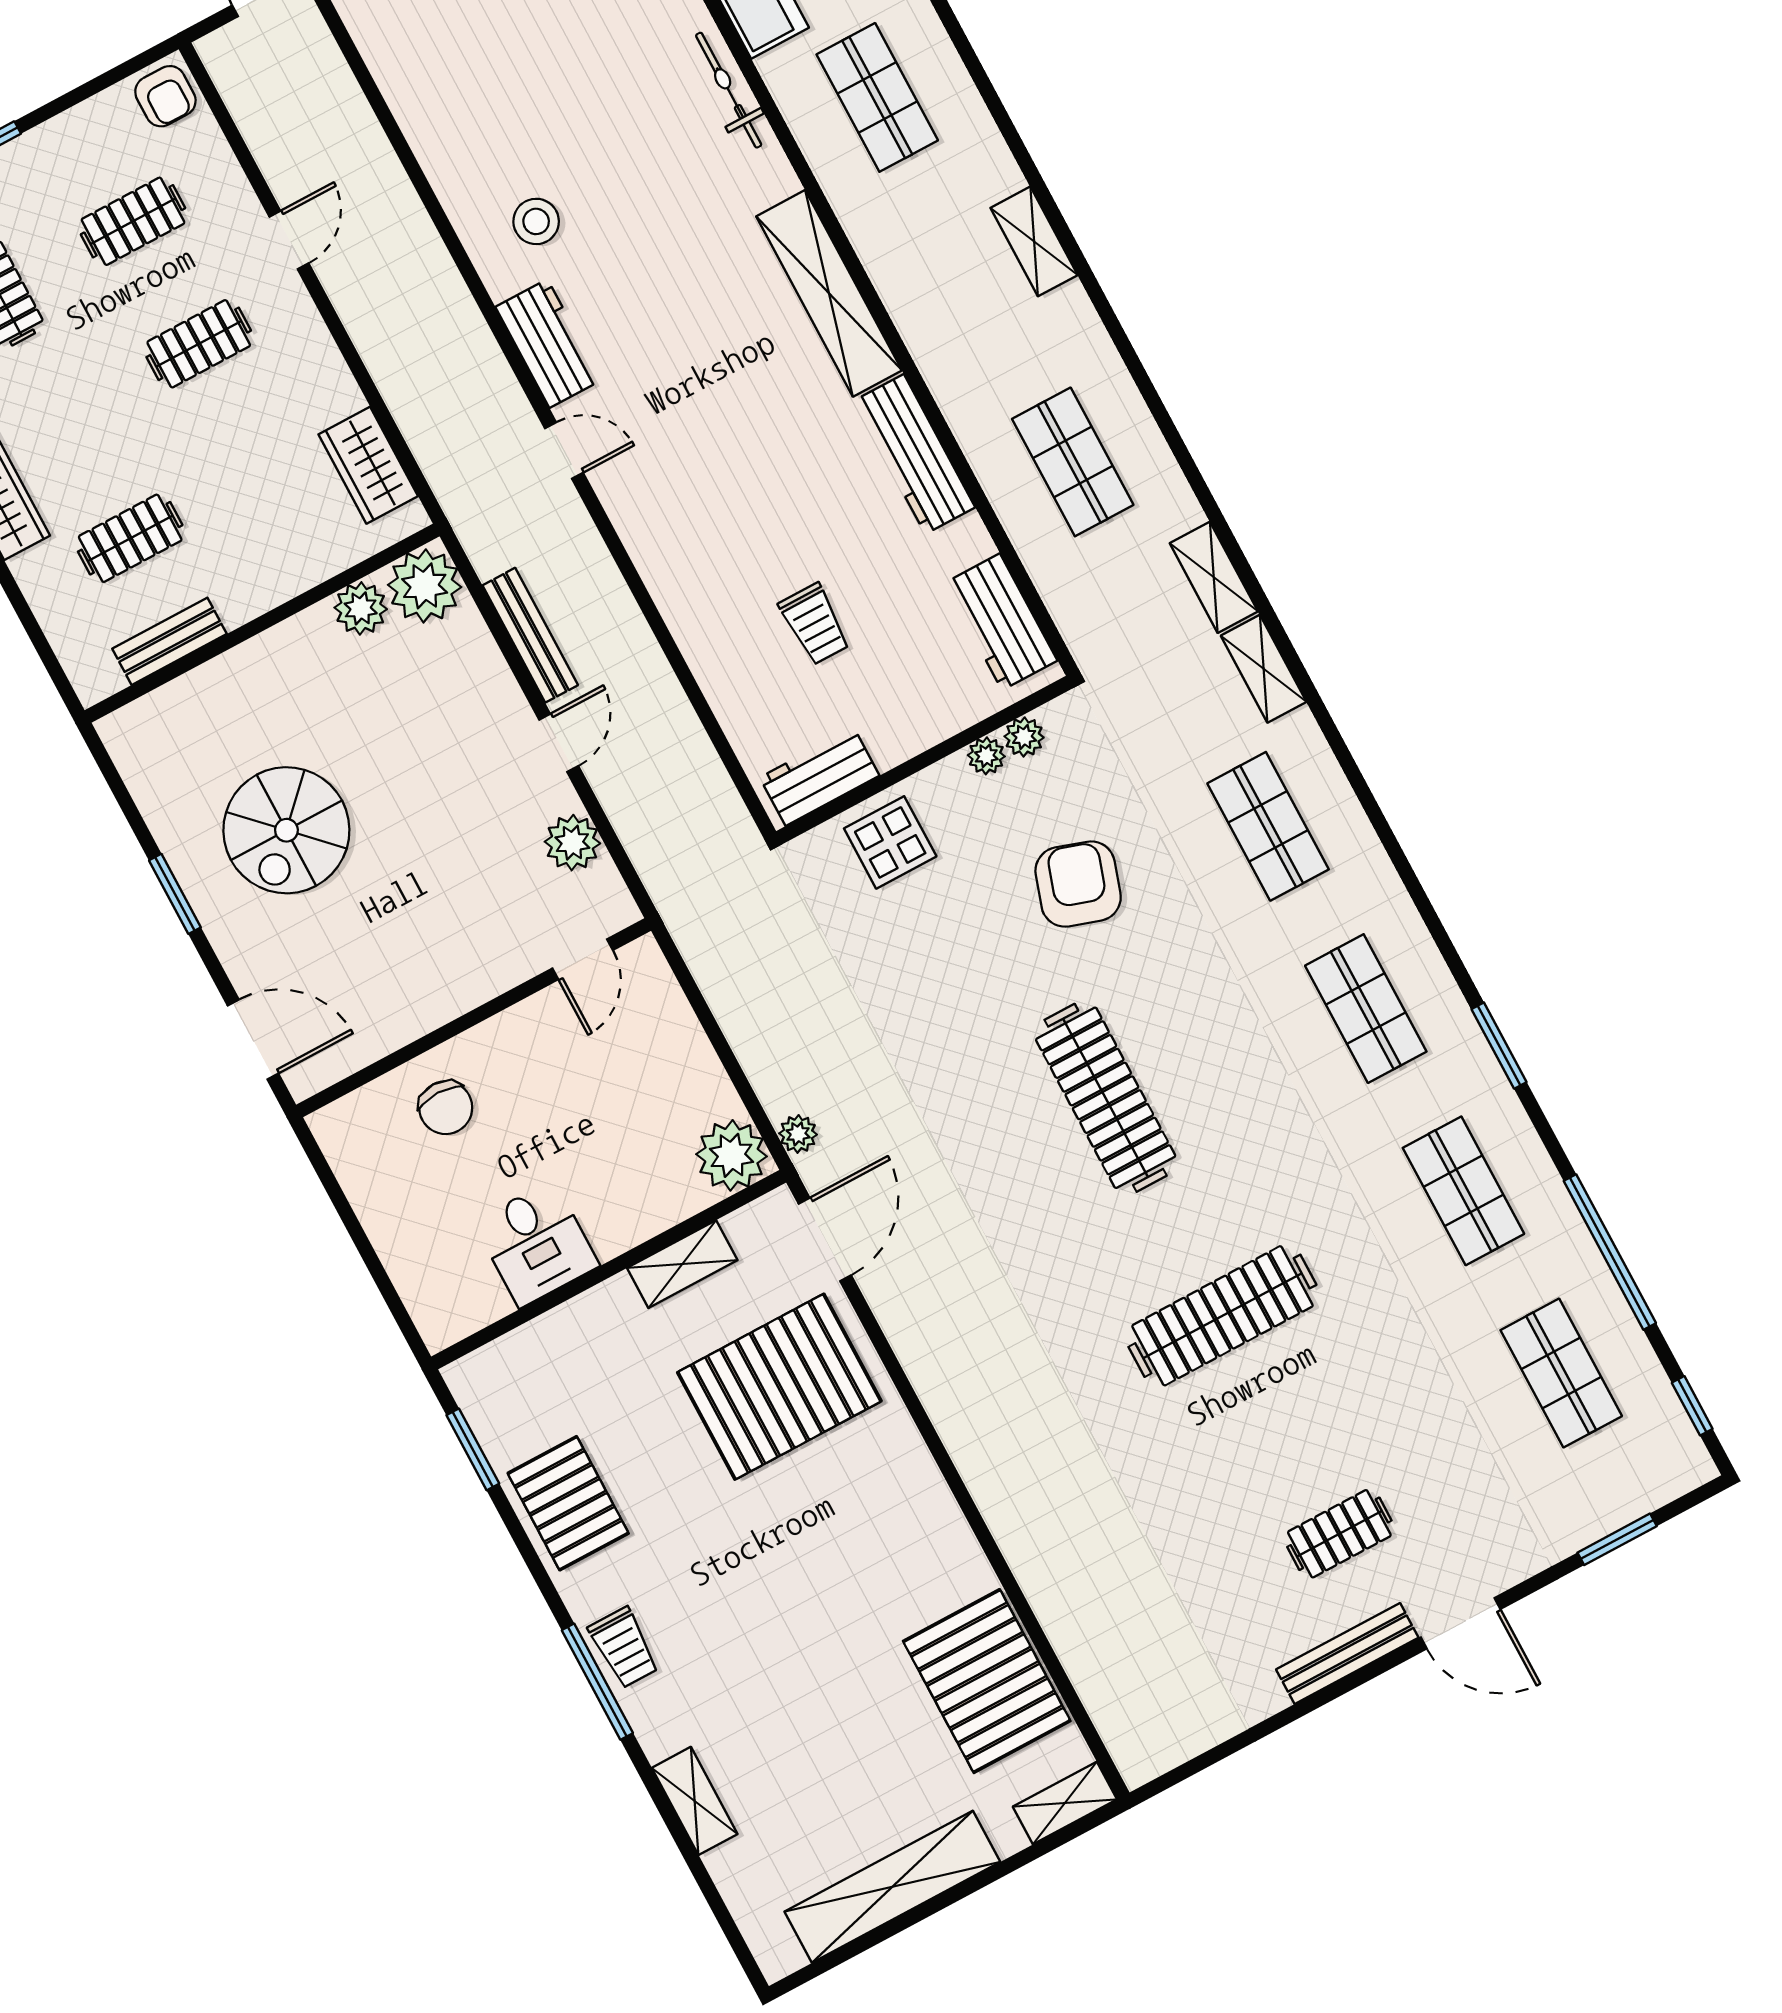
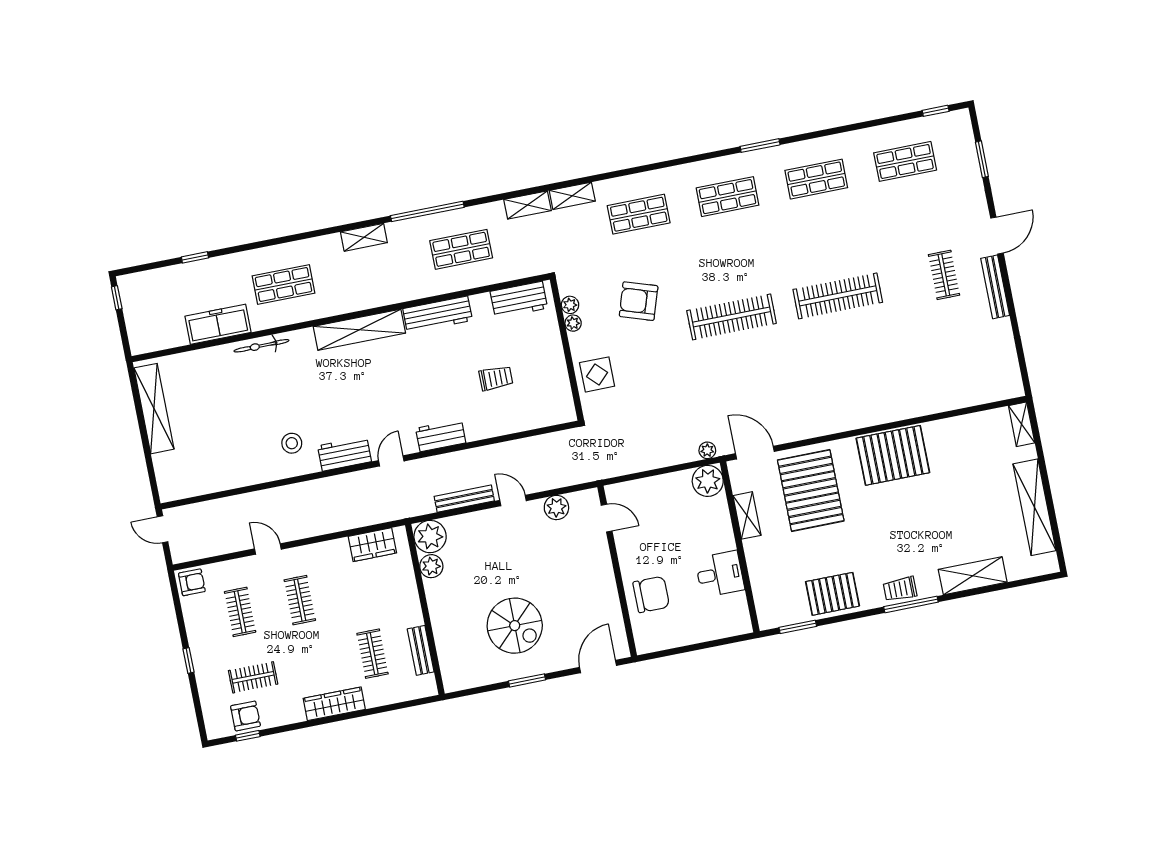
workbench: (820, 777) -> (441, 436), moved, turned 90
chair: (446, 1108) -> (651, 594), width x1.37, depth x1.37
window: (1610, 1252) -> (427, 211), moved
clothes rail: (1222, 1316) -> (838, 296), turned 90
trolley: (624, 1648) -> (900, 589), turned 180
pallet: (987, 1681) -> (893, 455), moved
shelving: (695, 1801) -> (973, 576), width x1.50, depth x1.33

